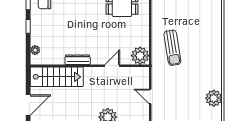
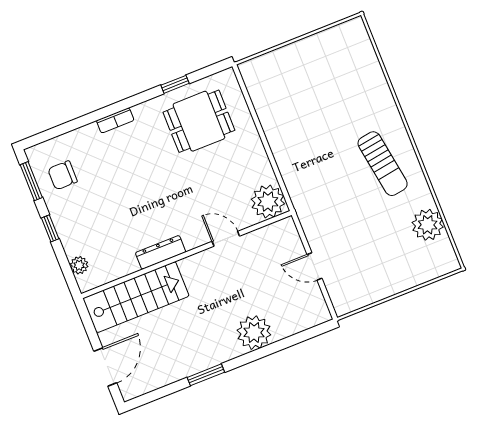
sun lounger: (172, 48) -> (383, 164), moved
door: (112, 66) -> (226, 239), hinge flipped

